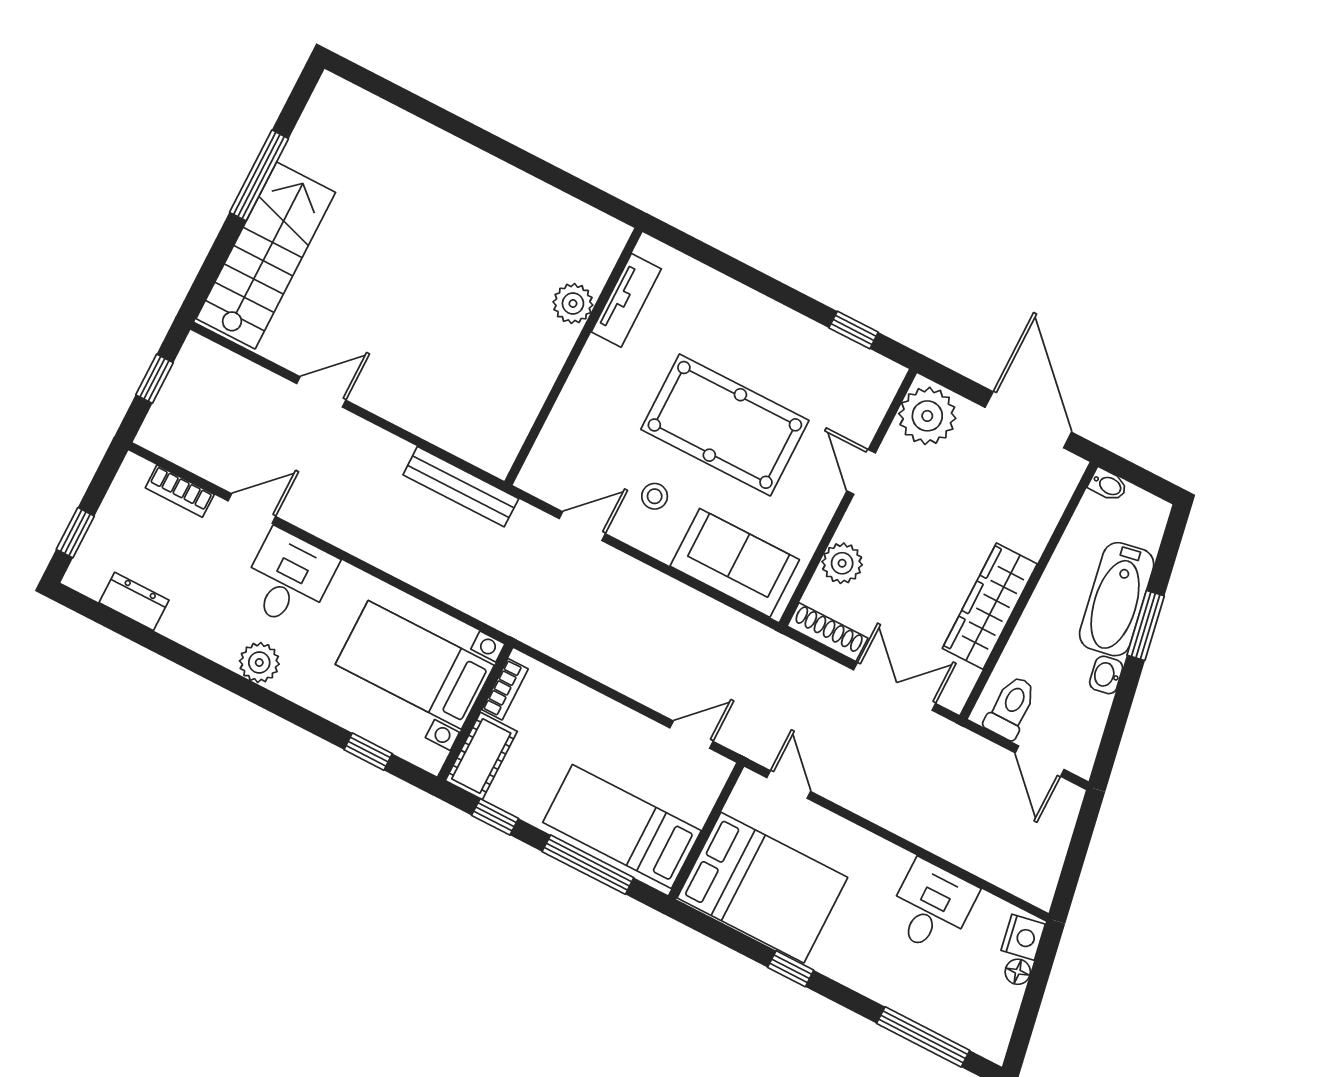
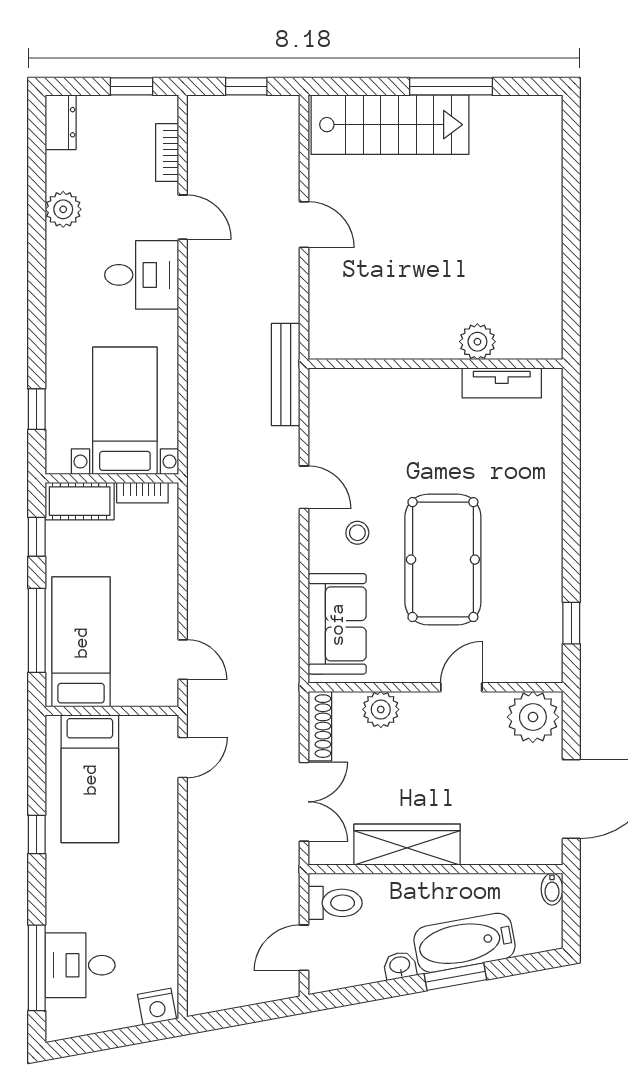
tv unit: (626, 300) -> (502, 383), moved
plant: (573, 304) -> (477, 342), moved
wall: (573, 357) -> (435, 364), moved
window: (75, 533) -> (132, 86), moved
dresser: (134, 601) -> (61, 122), moved
plant: (259, 663) -> (63, 209), moved
bed: (762, 888) -> (90, 779), width x0.67
desk: (931, 907) -> (80, 965), moved, turned 180
floor lamp: (1018, 972) -> (127, 1016), removed

